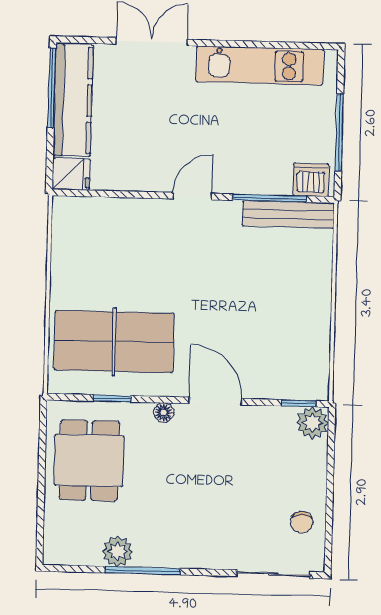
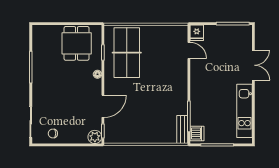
kitchen counter: (73, 100) -> (228, 33), removed
door: (192, 196) -> (189, 50), moved
bench: (288, 214) -> (182, 130), width x0.73
door: (216, 401) -> (103, 106), moved
dining table: (89, 460) -> (77, 43), turned 90
plant: (118, 551) -> (39, 56), removed

